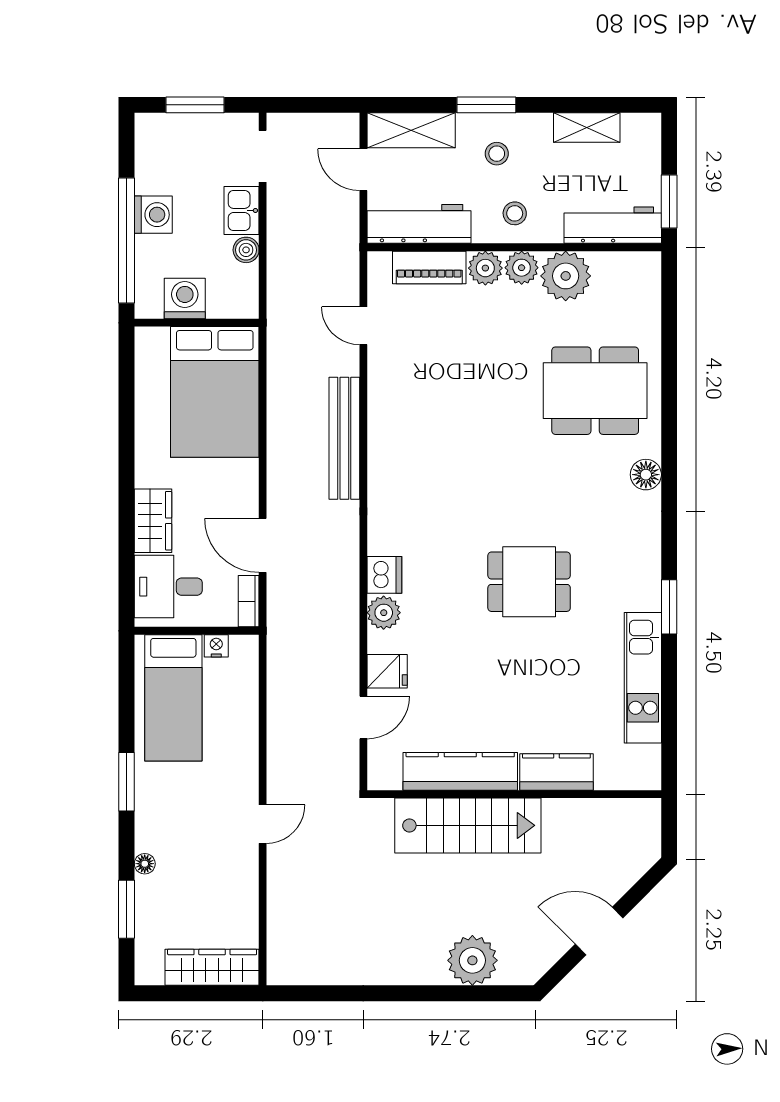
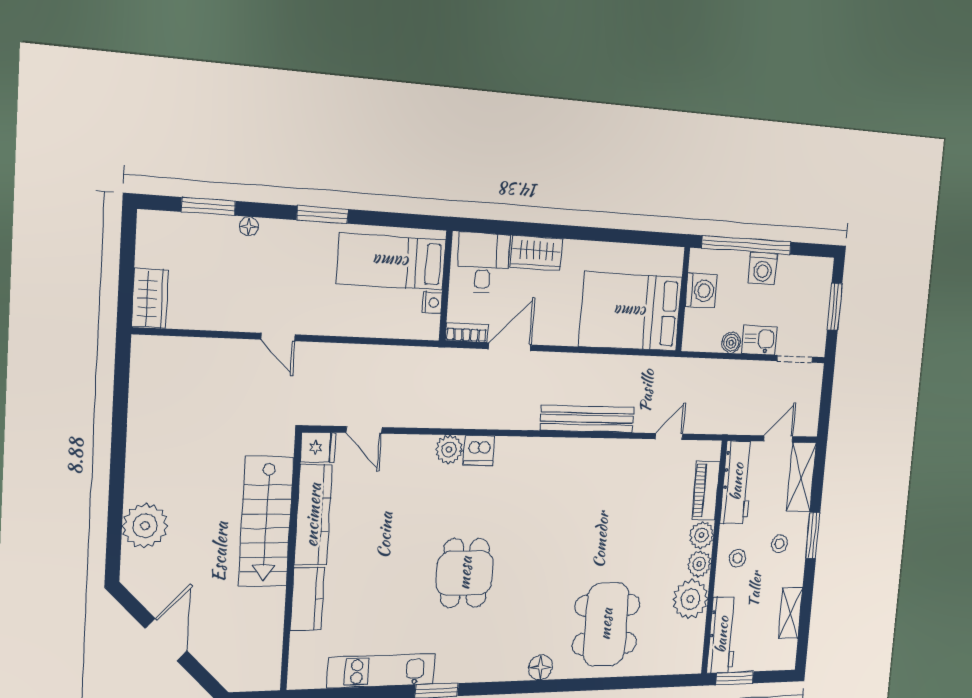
fridge: (387, 671) -> (318, 447), moved, turned -90
wardrobe: (212, 967) -> (150, 299), width x0.67

